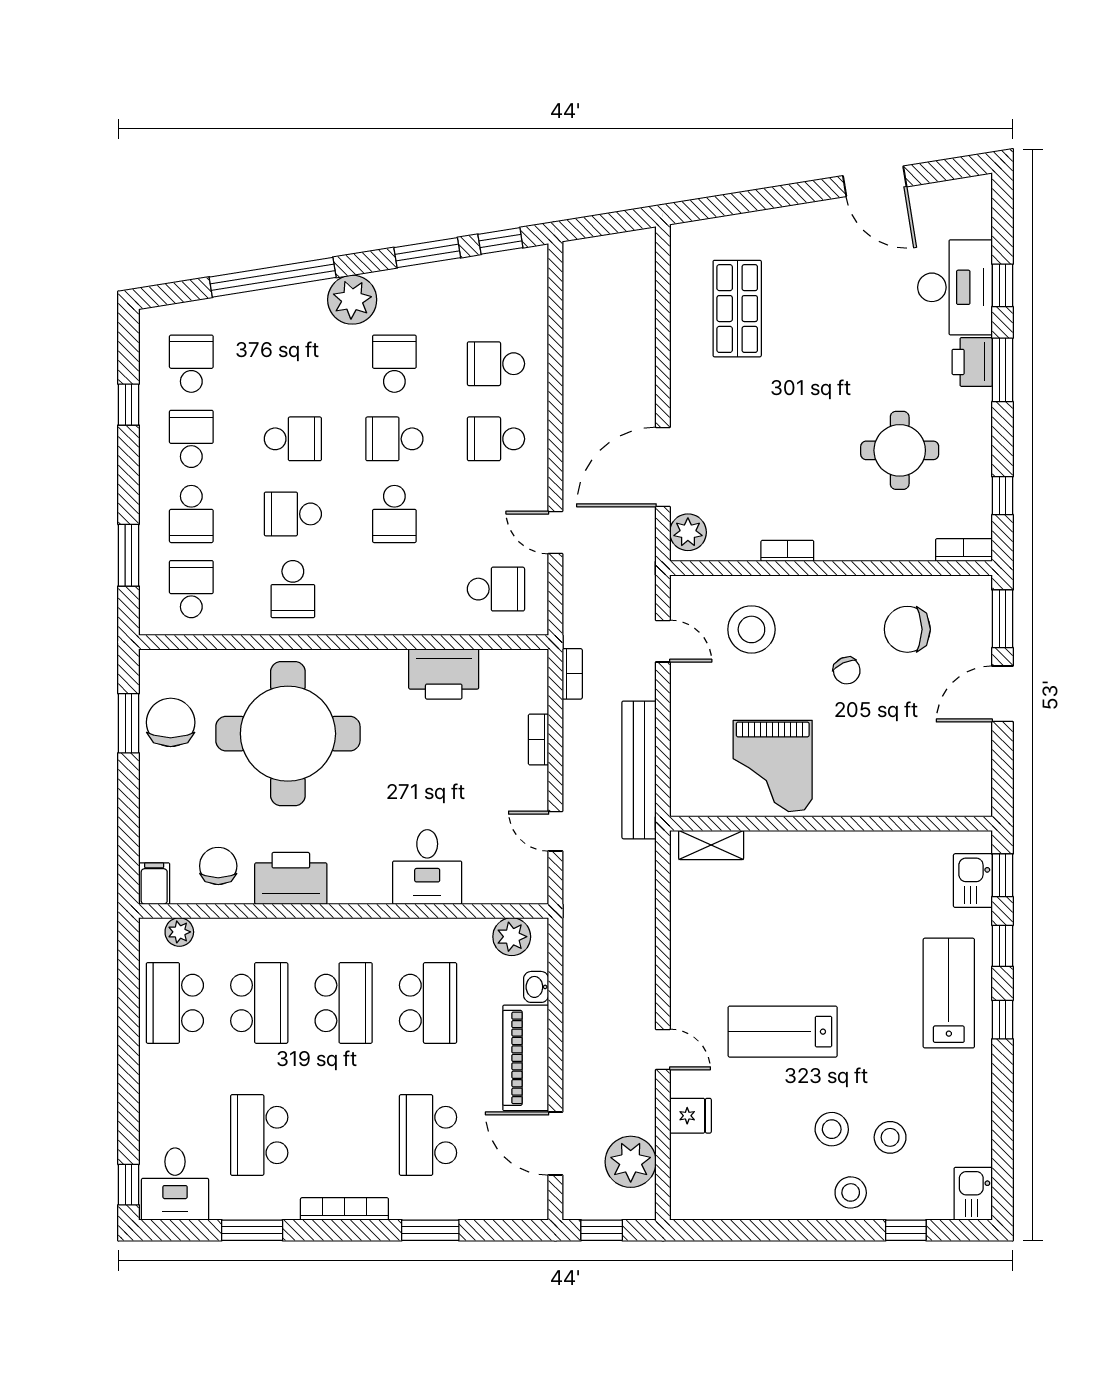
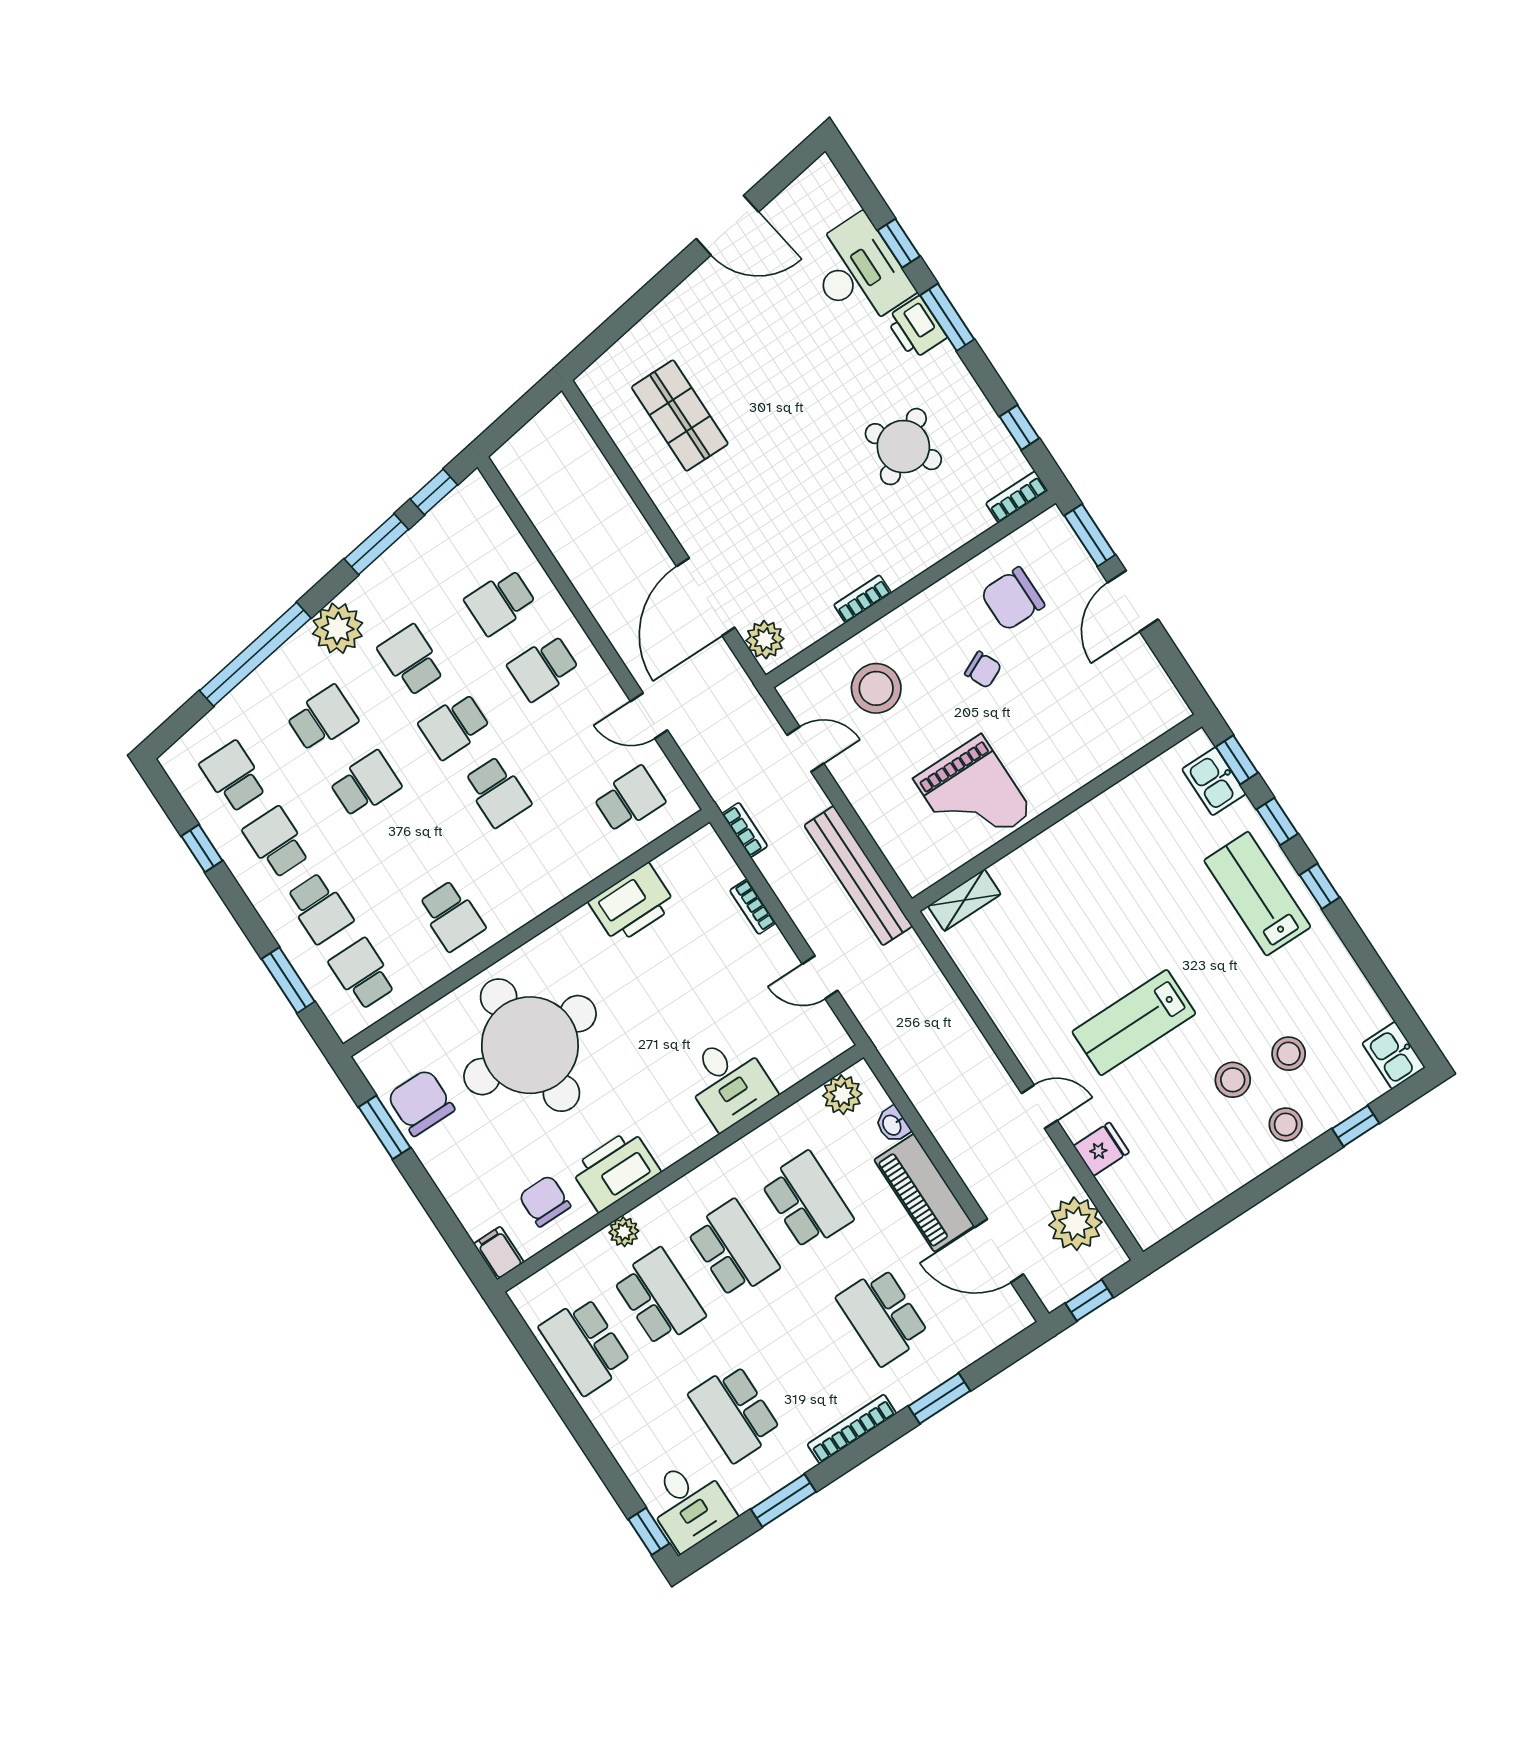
round table: (900, 450) -> (903, 447), turned -32
school desk: (293, 514) -> (322, 718), moved, turned 180
plant: (179, 932) -> (624, 1232), moved

